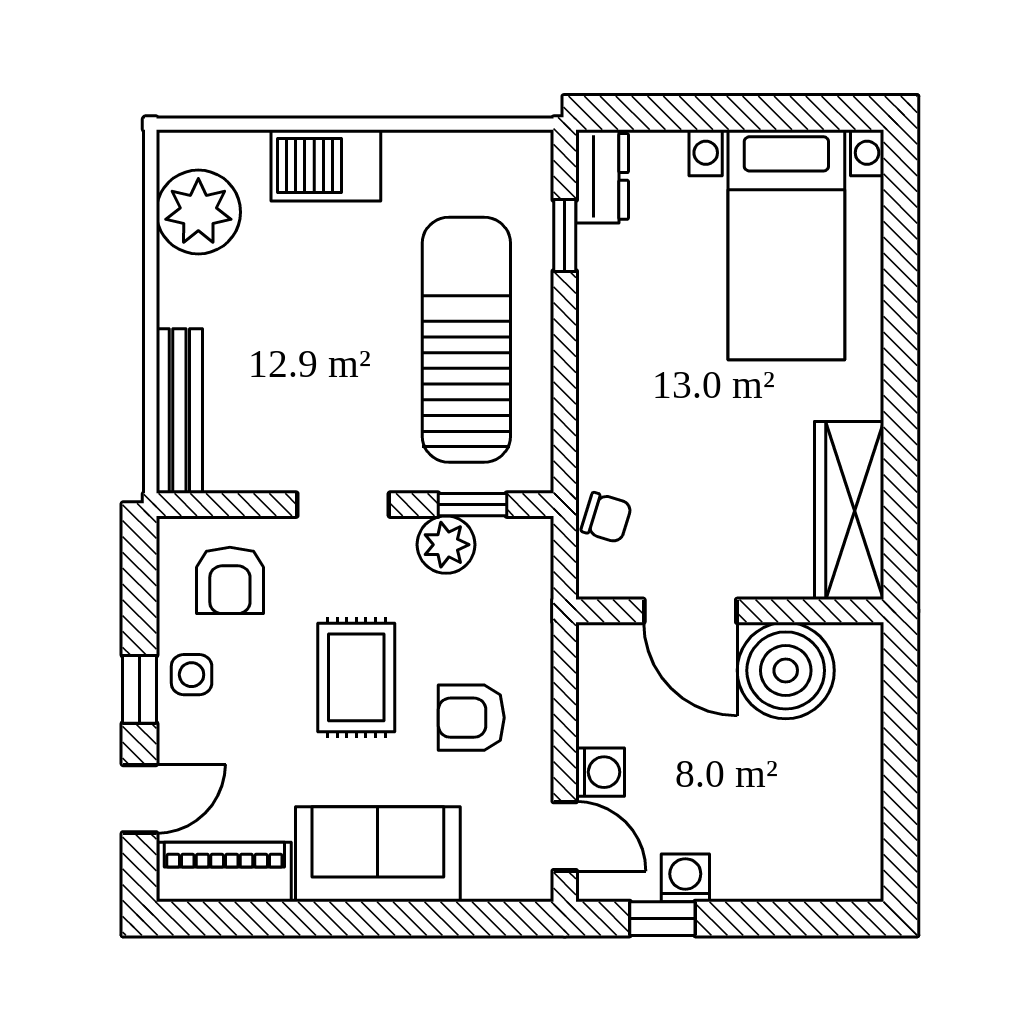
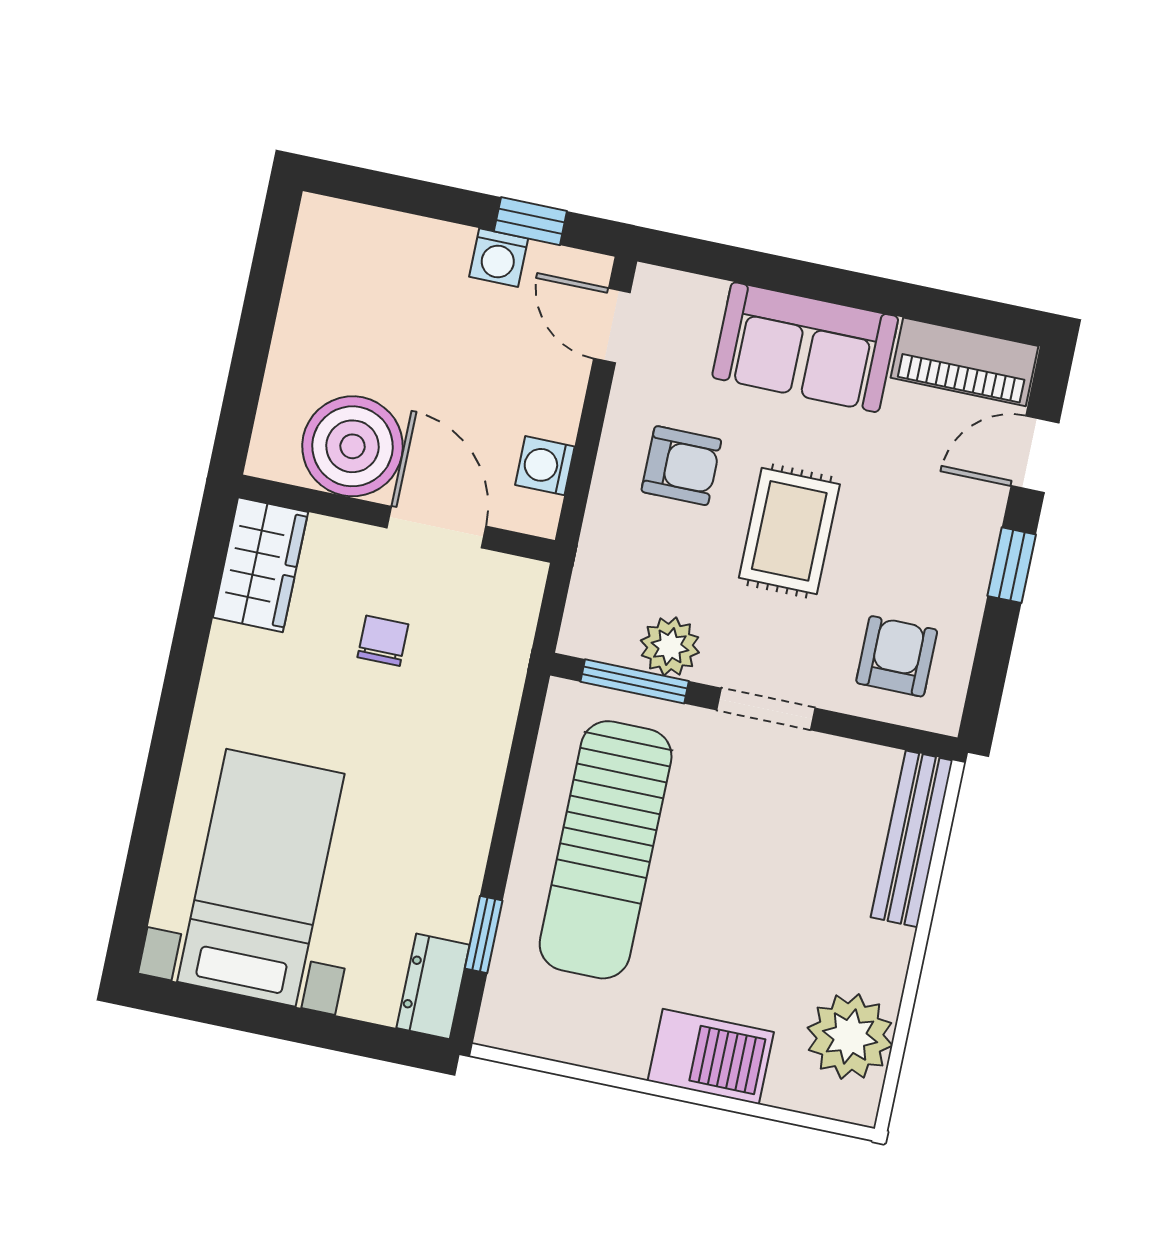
window: (472, 505) -> (635, 681), width x1.50
wardrobe: (849, 511) -> (260, 565), width x0.67
chair: (606, 518) -> (383, 641), moved, turned 73
side table: (192, 675) -> (956, 569), removed
washing machine: (600, 772) -> (545, 466), moved

